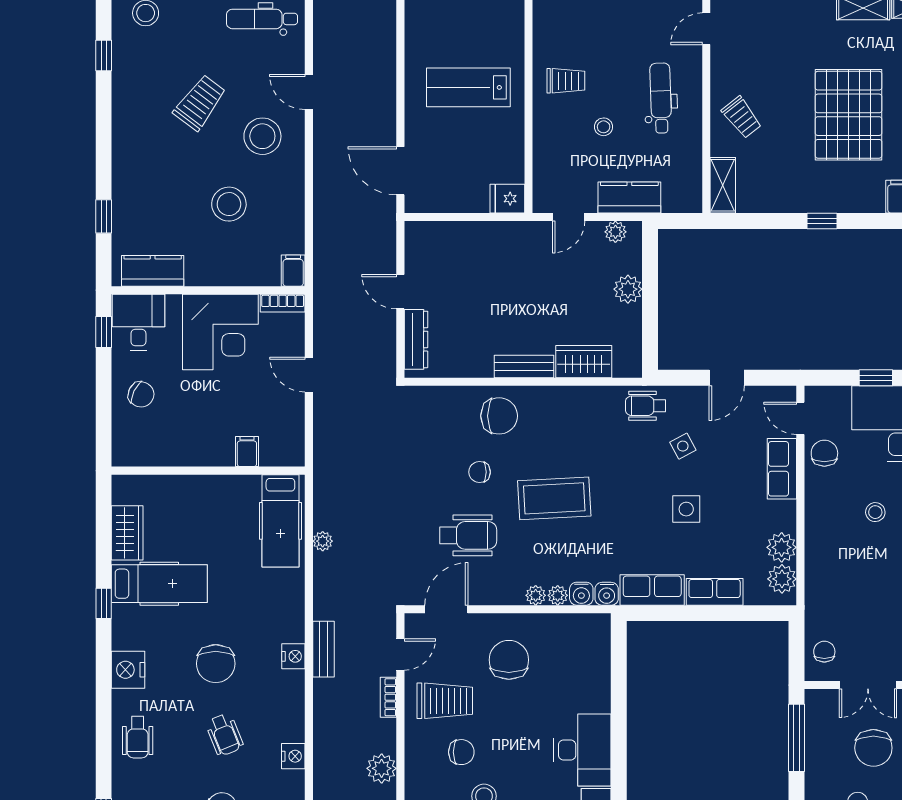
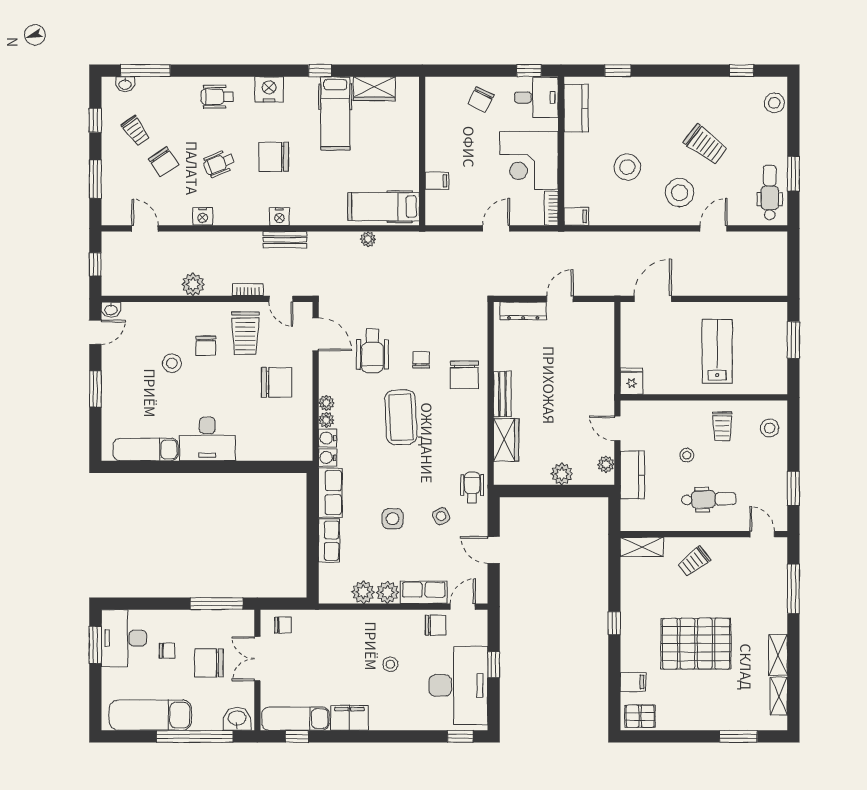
stool: (568, 19) -> (770, 428), added
plant: (782, 579) -> (387, 592), moved

